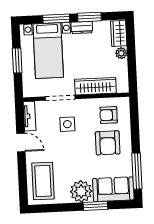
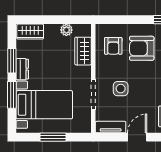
plant: (121, 53) -> (66, 30), moved
wardrobe: (95, 86) -> (83, 51), width x0.67
armchair: (108, 143) -> (142, 48), turned 180

